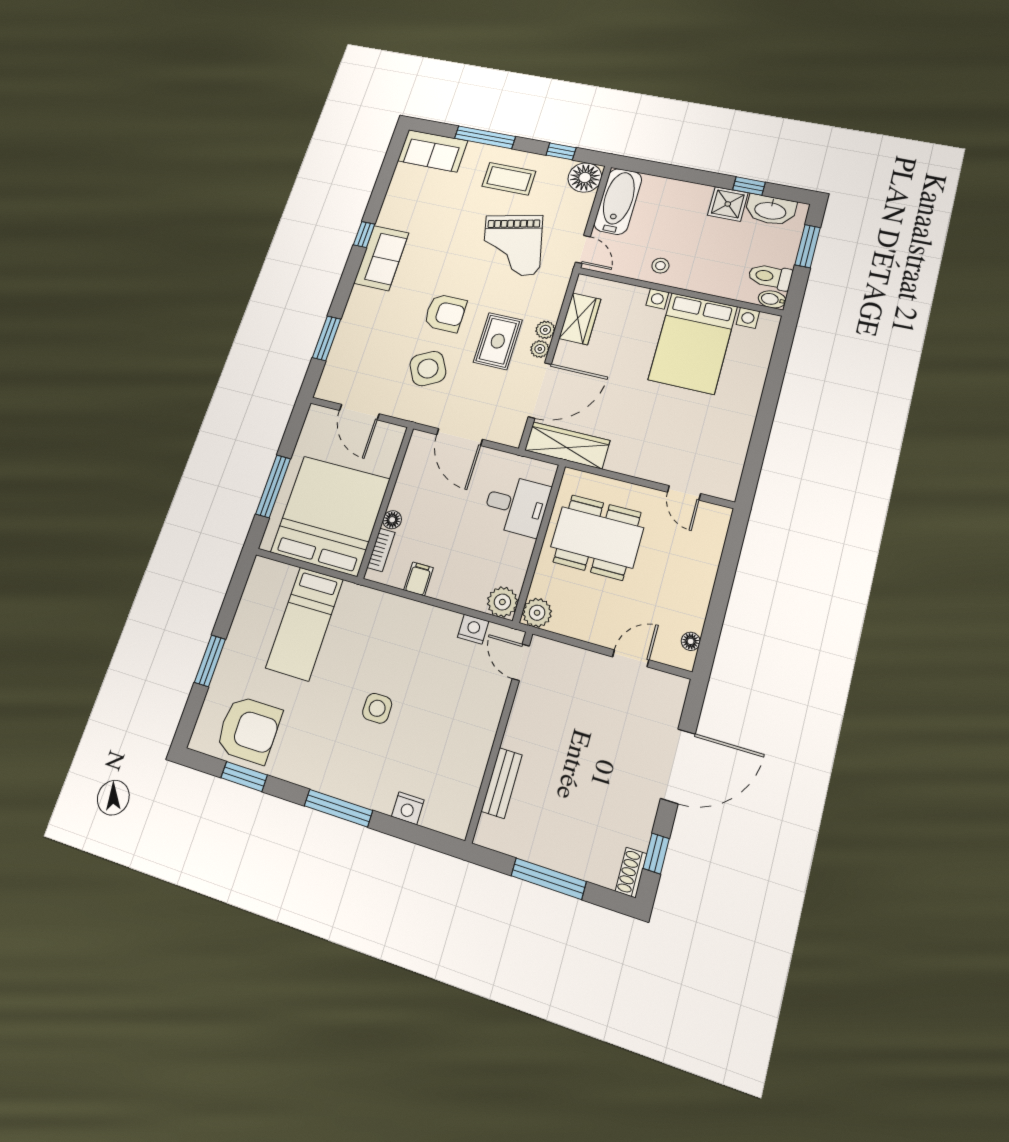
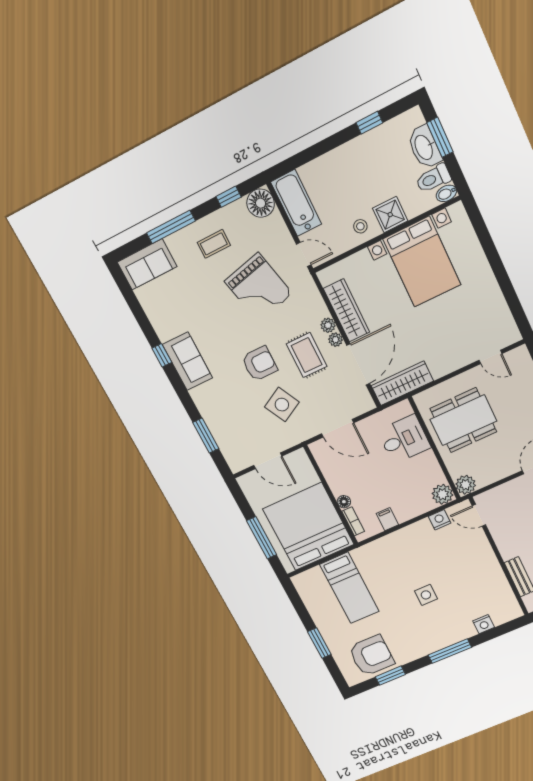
coffee table: (509, 179) -> (214, 244), width x0.73, depth x0.77
shower: (728, 204) -> (390, 215), moved
washbasin: (770, 210) -> (424, 147), moved, turned 90
wardrobe: (580, 319) -> (347, 310), width x1.50

